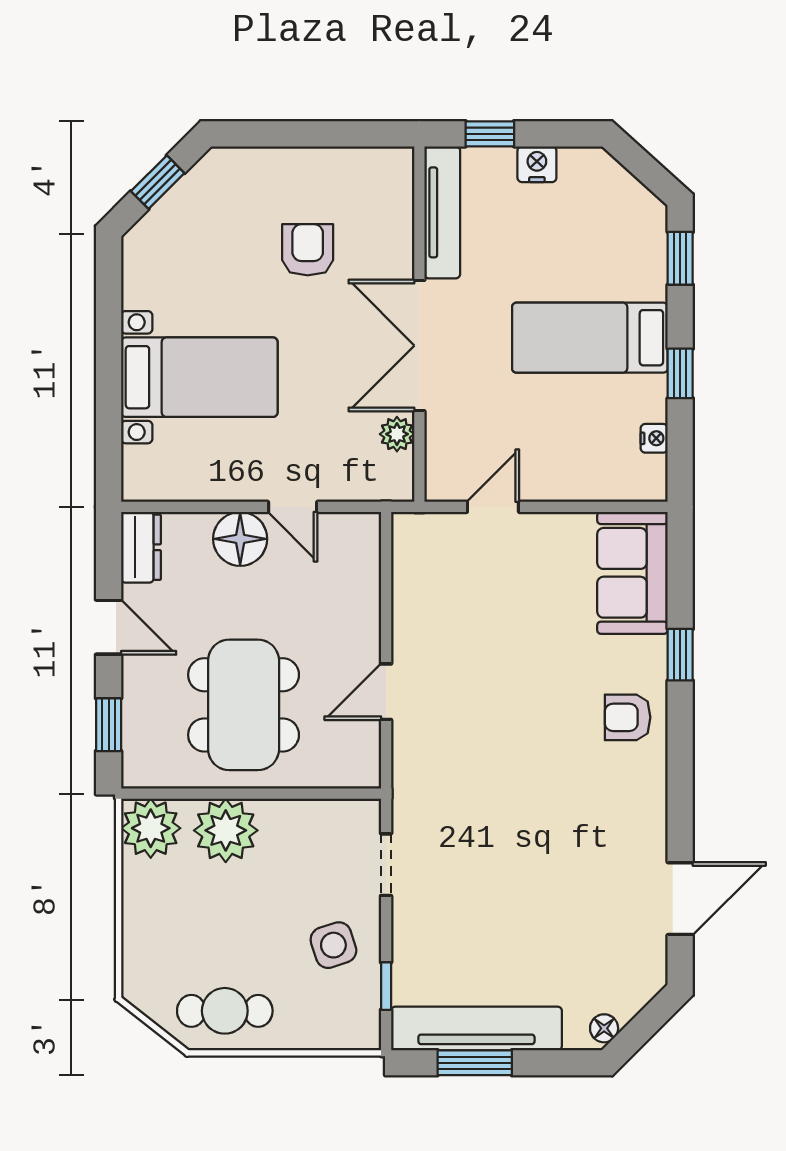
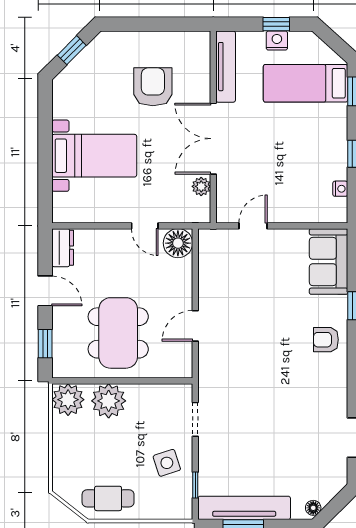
window: (490, 134) -> (276, 24), moved
armchair: (308, 250) -> (153, 87), width x1.38, depth x1.38
bed: (590, 338) -> (306, 83), moved
floor lamp: (240, 539) -> (178, 243), moved

